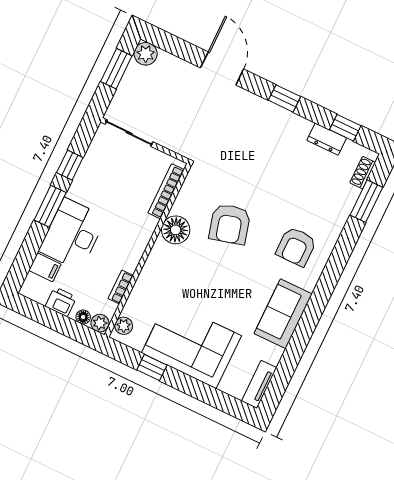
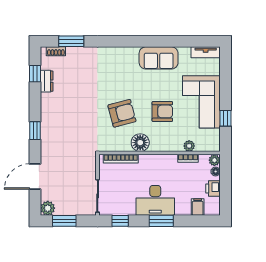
door: (222, 68) -> (35, 177), moved
window: (284, 98) -> (35, 131), moved
window: (70, 165) -> (120, 221), moved
desk: (73, 234) -> (155, 200), moved
armchair: (296, 247) -> (162, 111), moved
plant: (124, 326) -> (189, 146), moved

